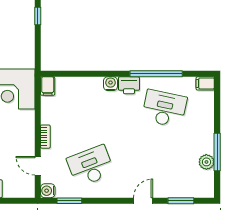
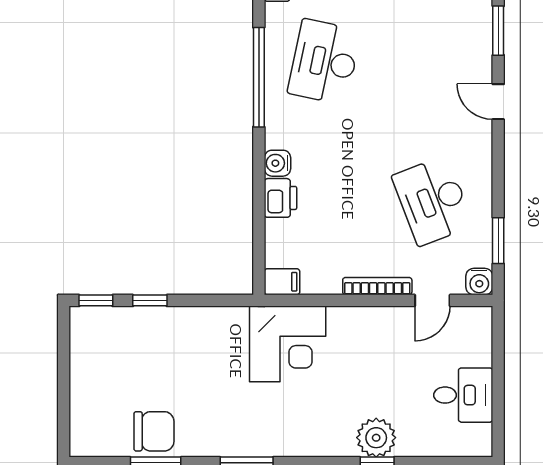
printer: (129, 85) -> (280, 198), moved
bookcase: (45, 137) -> (377, 286), width x1.56

